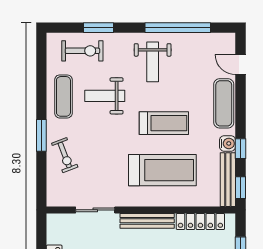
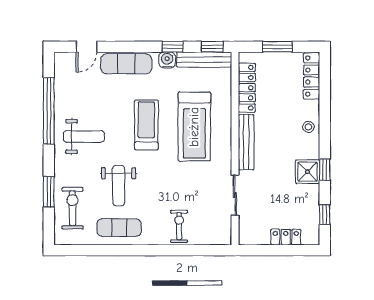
window: (41, 135) -> (159, 250), removed
exercise bike: (65, 155) -> (179, 226), turned -69
treadmill: (162, 170) -> (194, 127), turned 180

